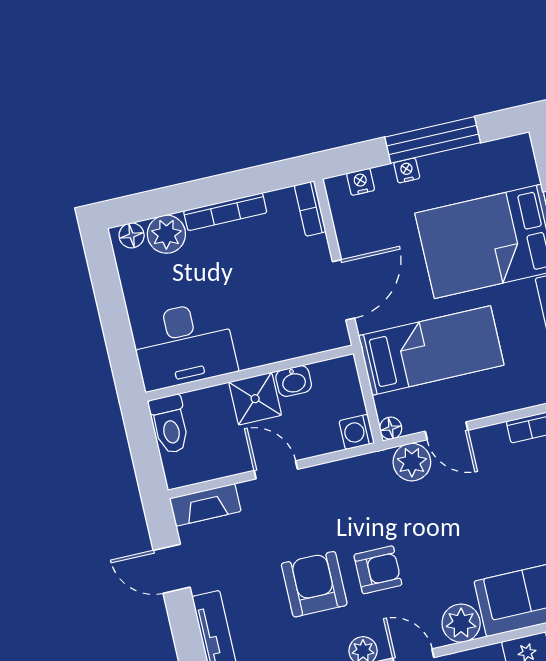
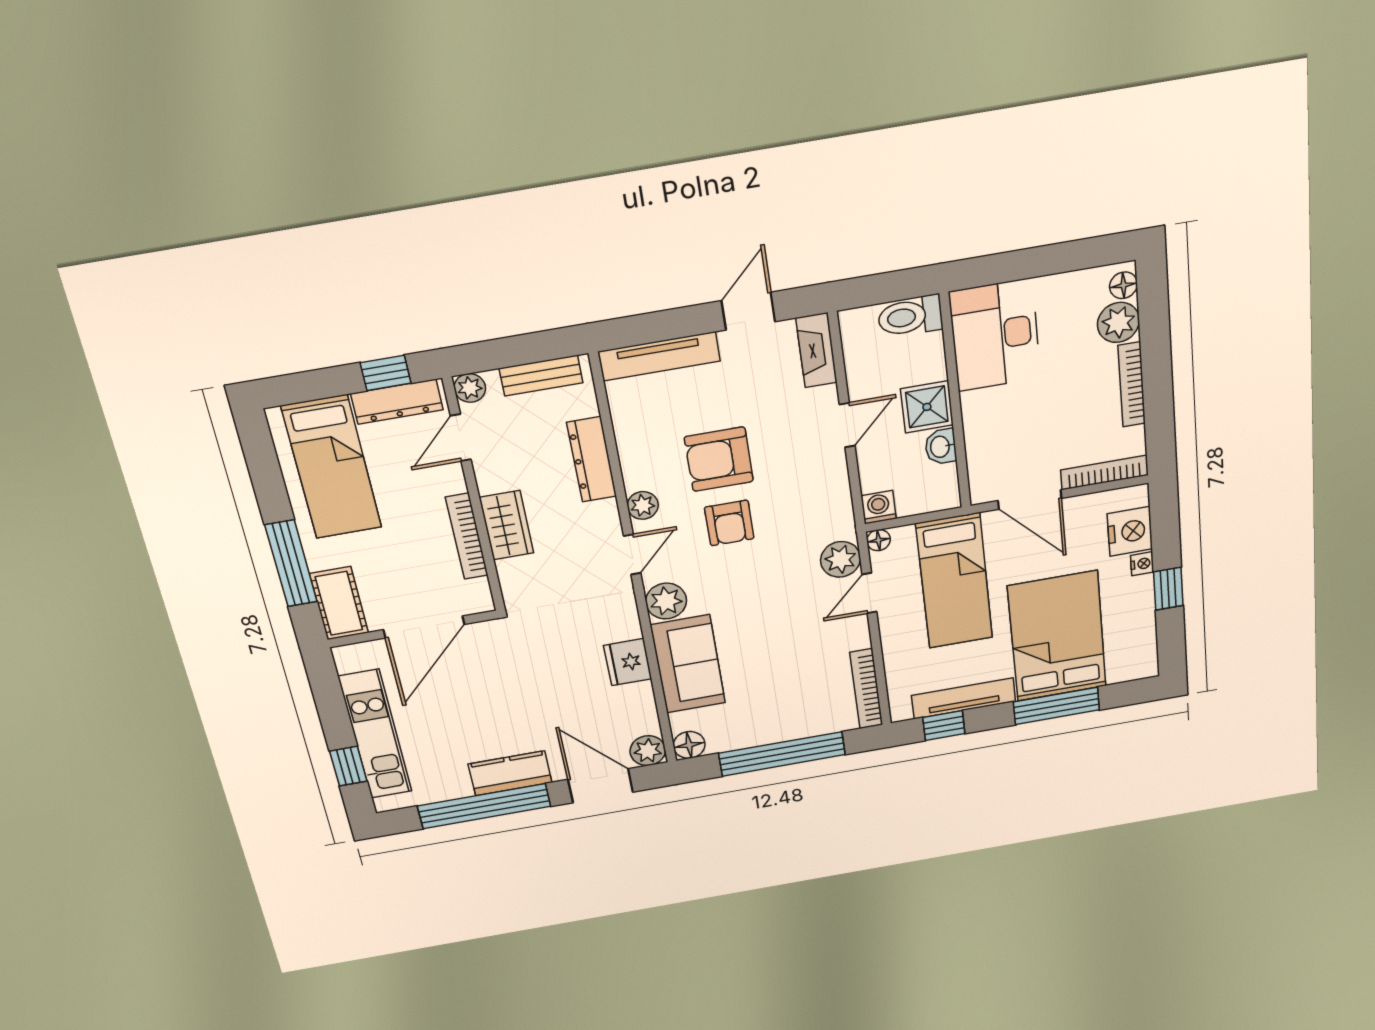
window: (433, 140) -> (1168, 589), width x0.46
nightstand: (361, 182) -> (1130, 531), width x1.89, depth x1.79
bookcase: (310, 209) -> (1104, 472), width x1.56
armchair: (314, 584) -> (719, 459), turned 180

